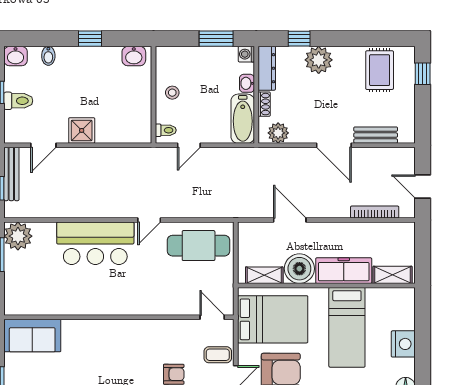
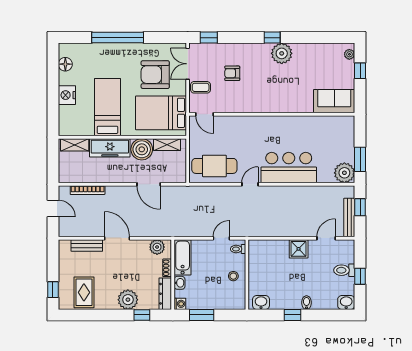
bidet: (48, 56) -> (306, 303), moved

